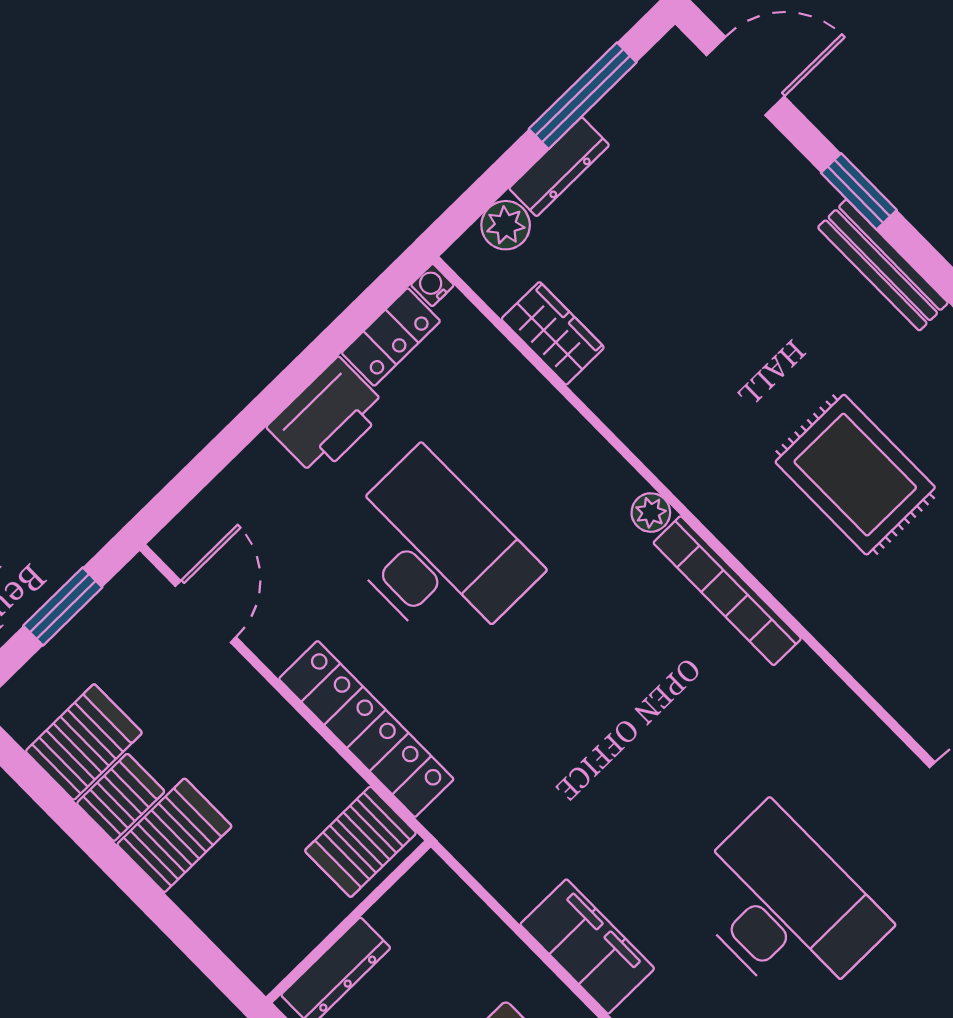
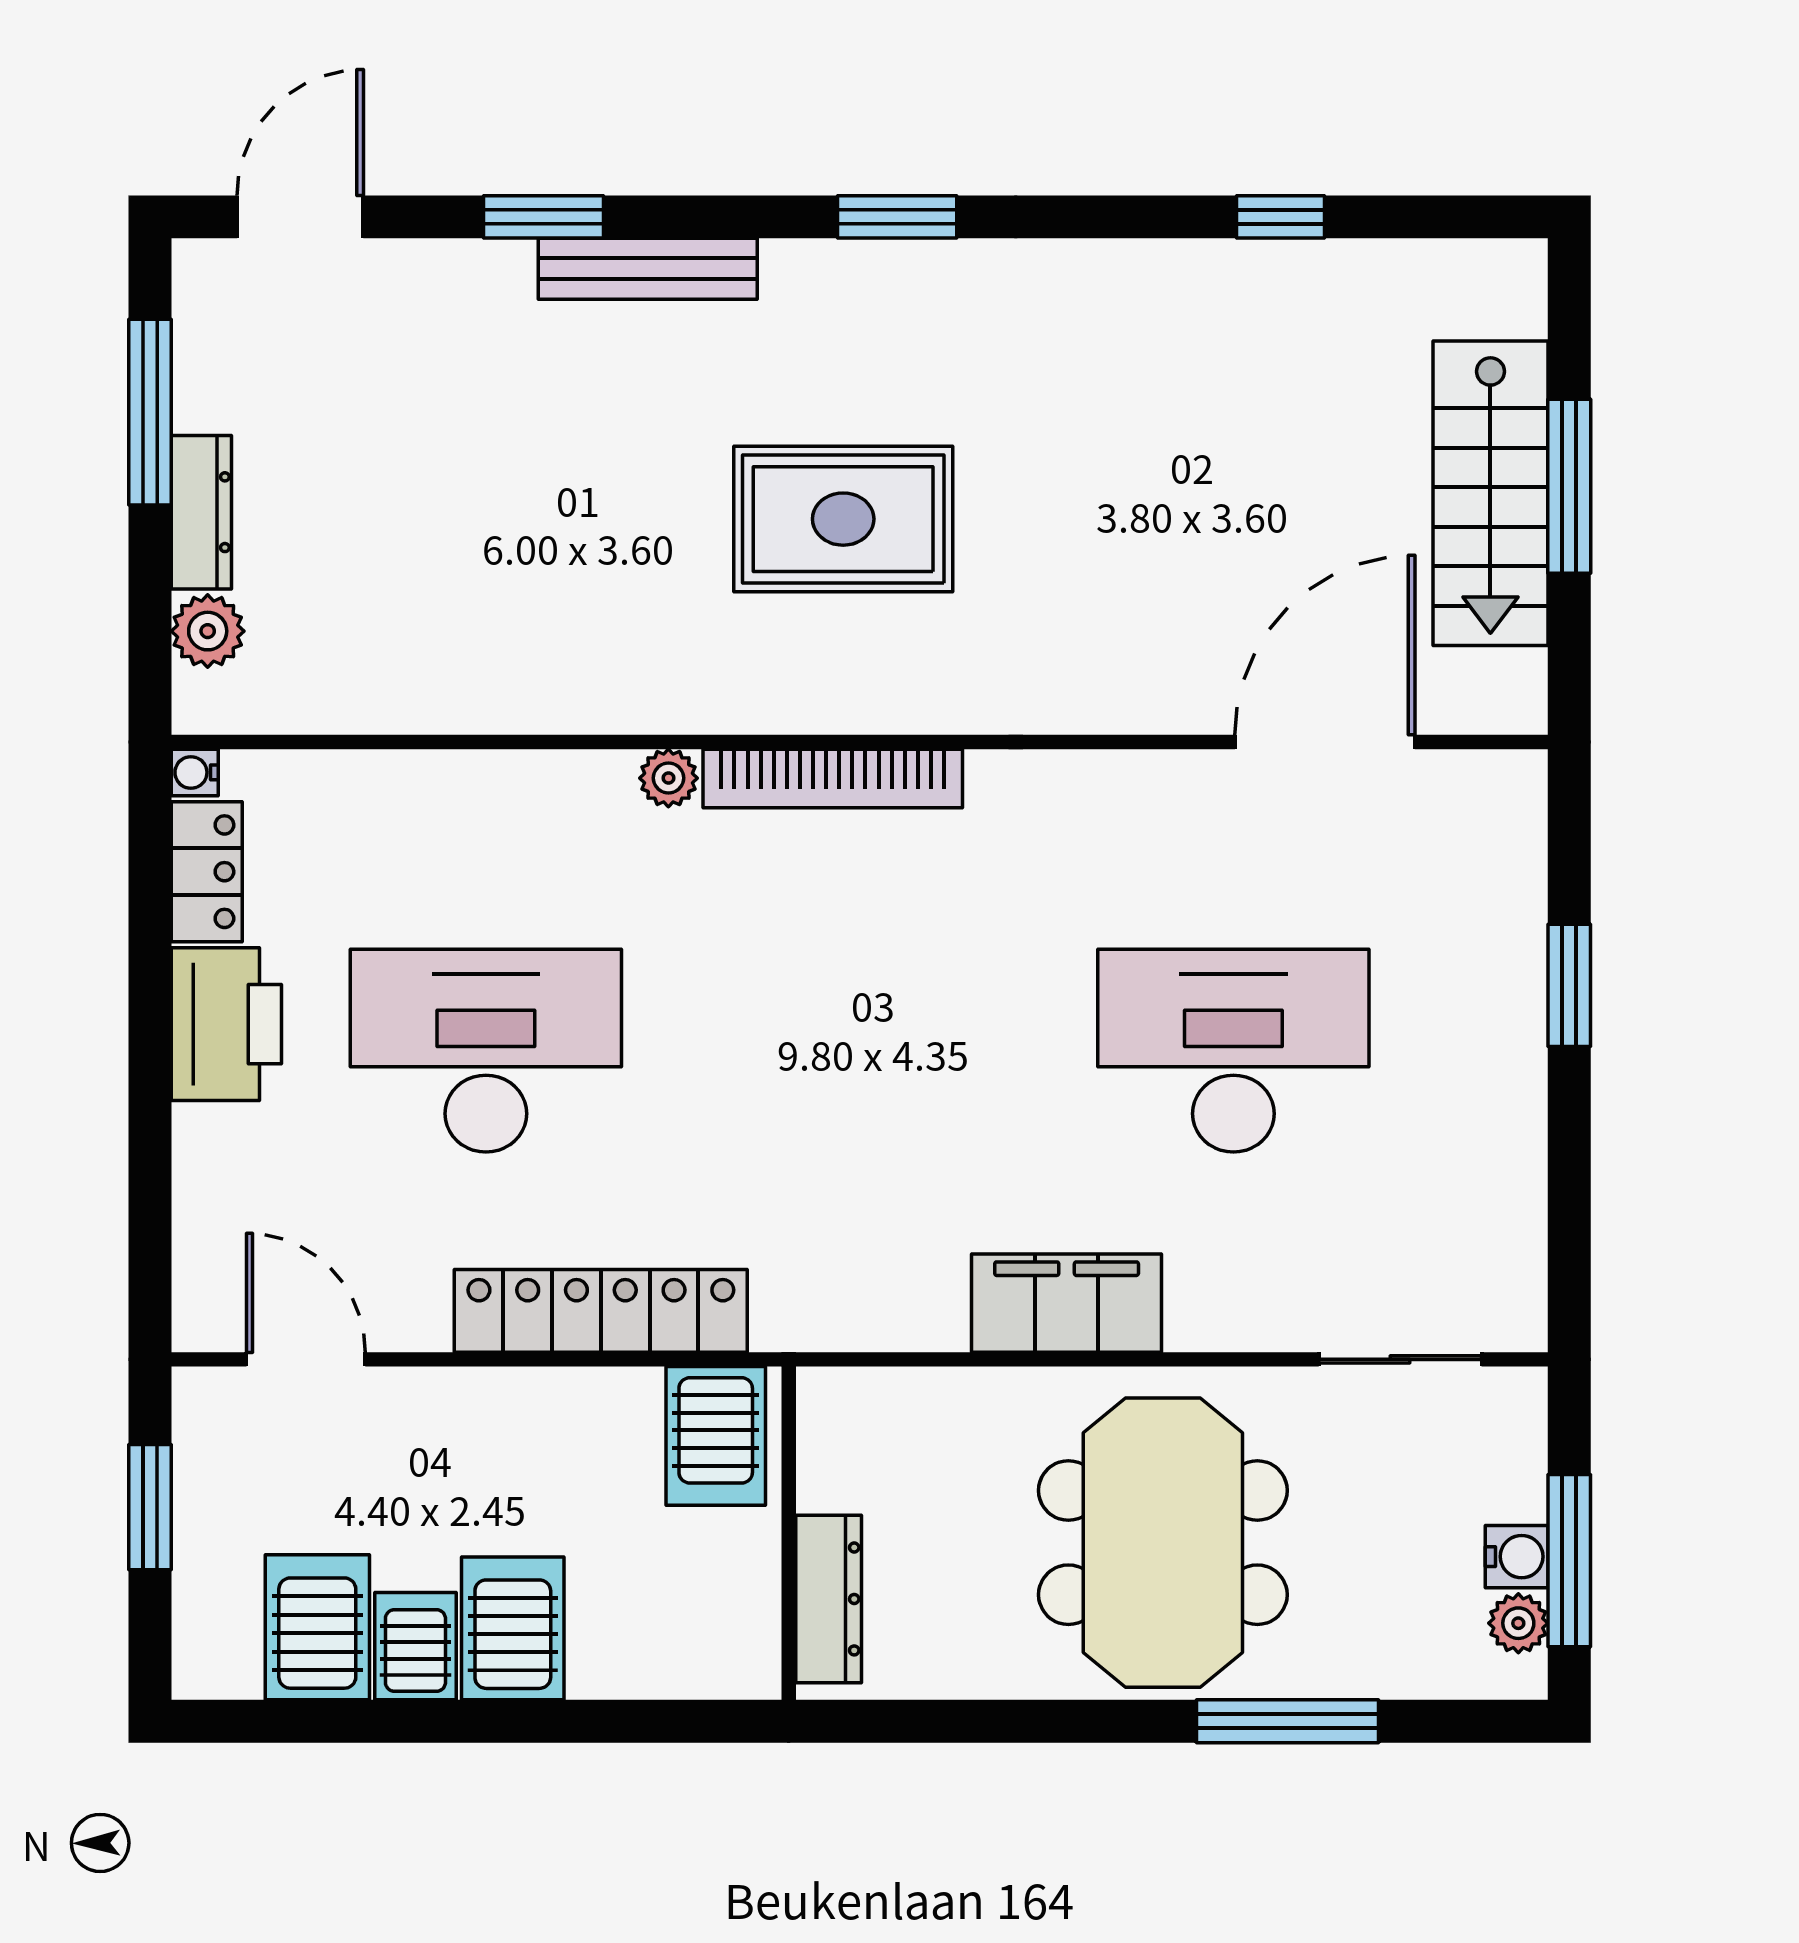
wardrobe: (553, 333) -> (373, 694), removed

